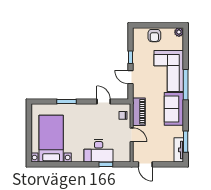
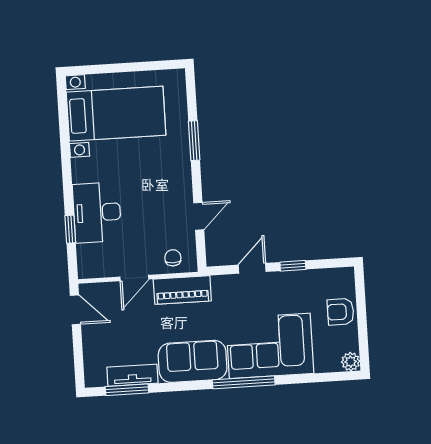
tv unit: (179, 150) -> (132, 375), moved
door: (145, 164) -> (75, 310), swing flipped

